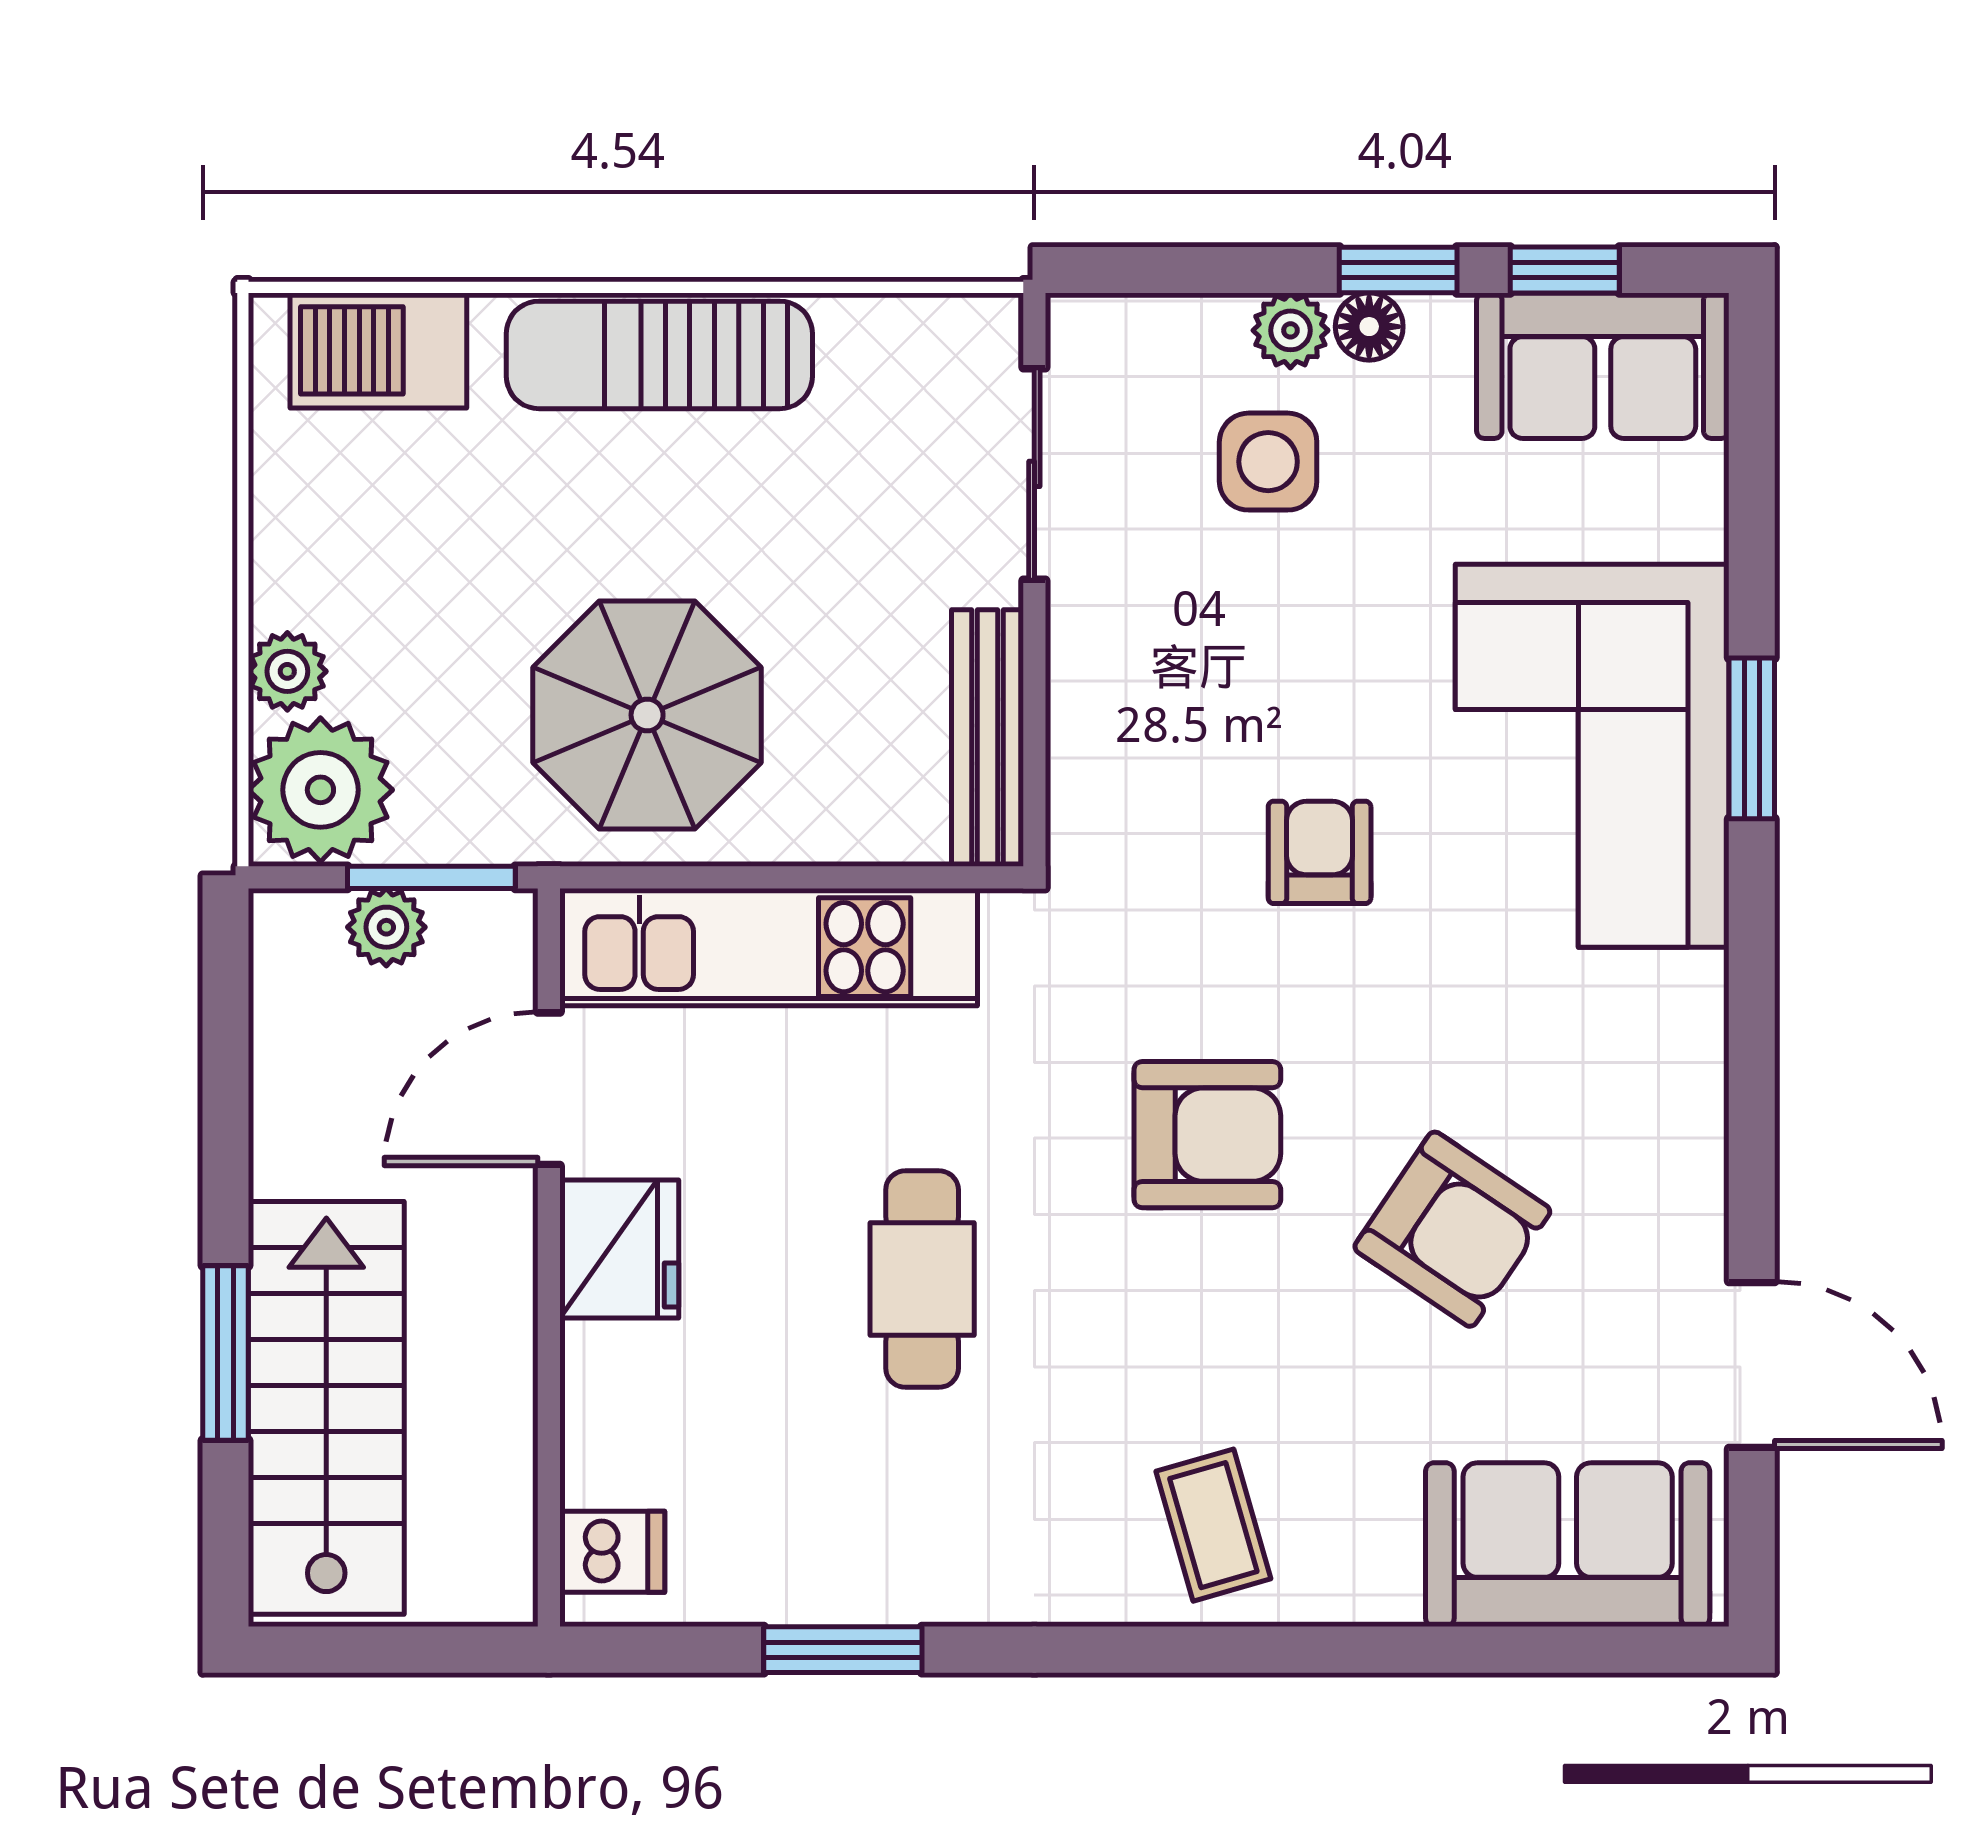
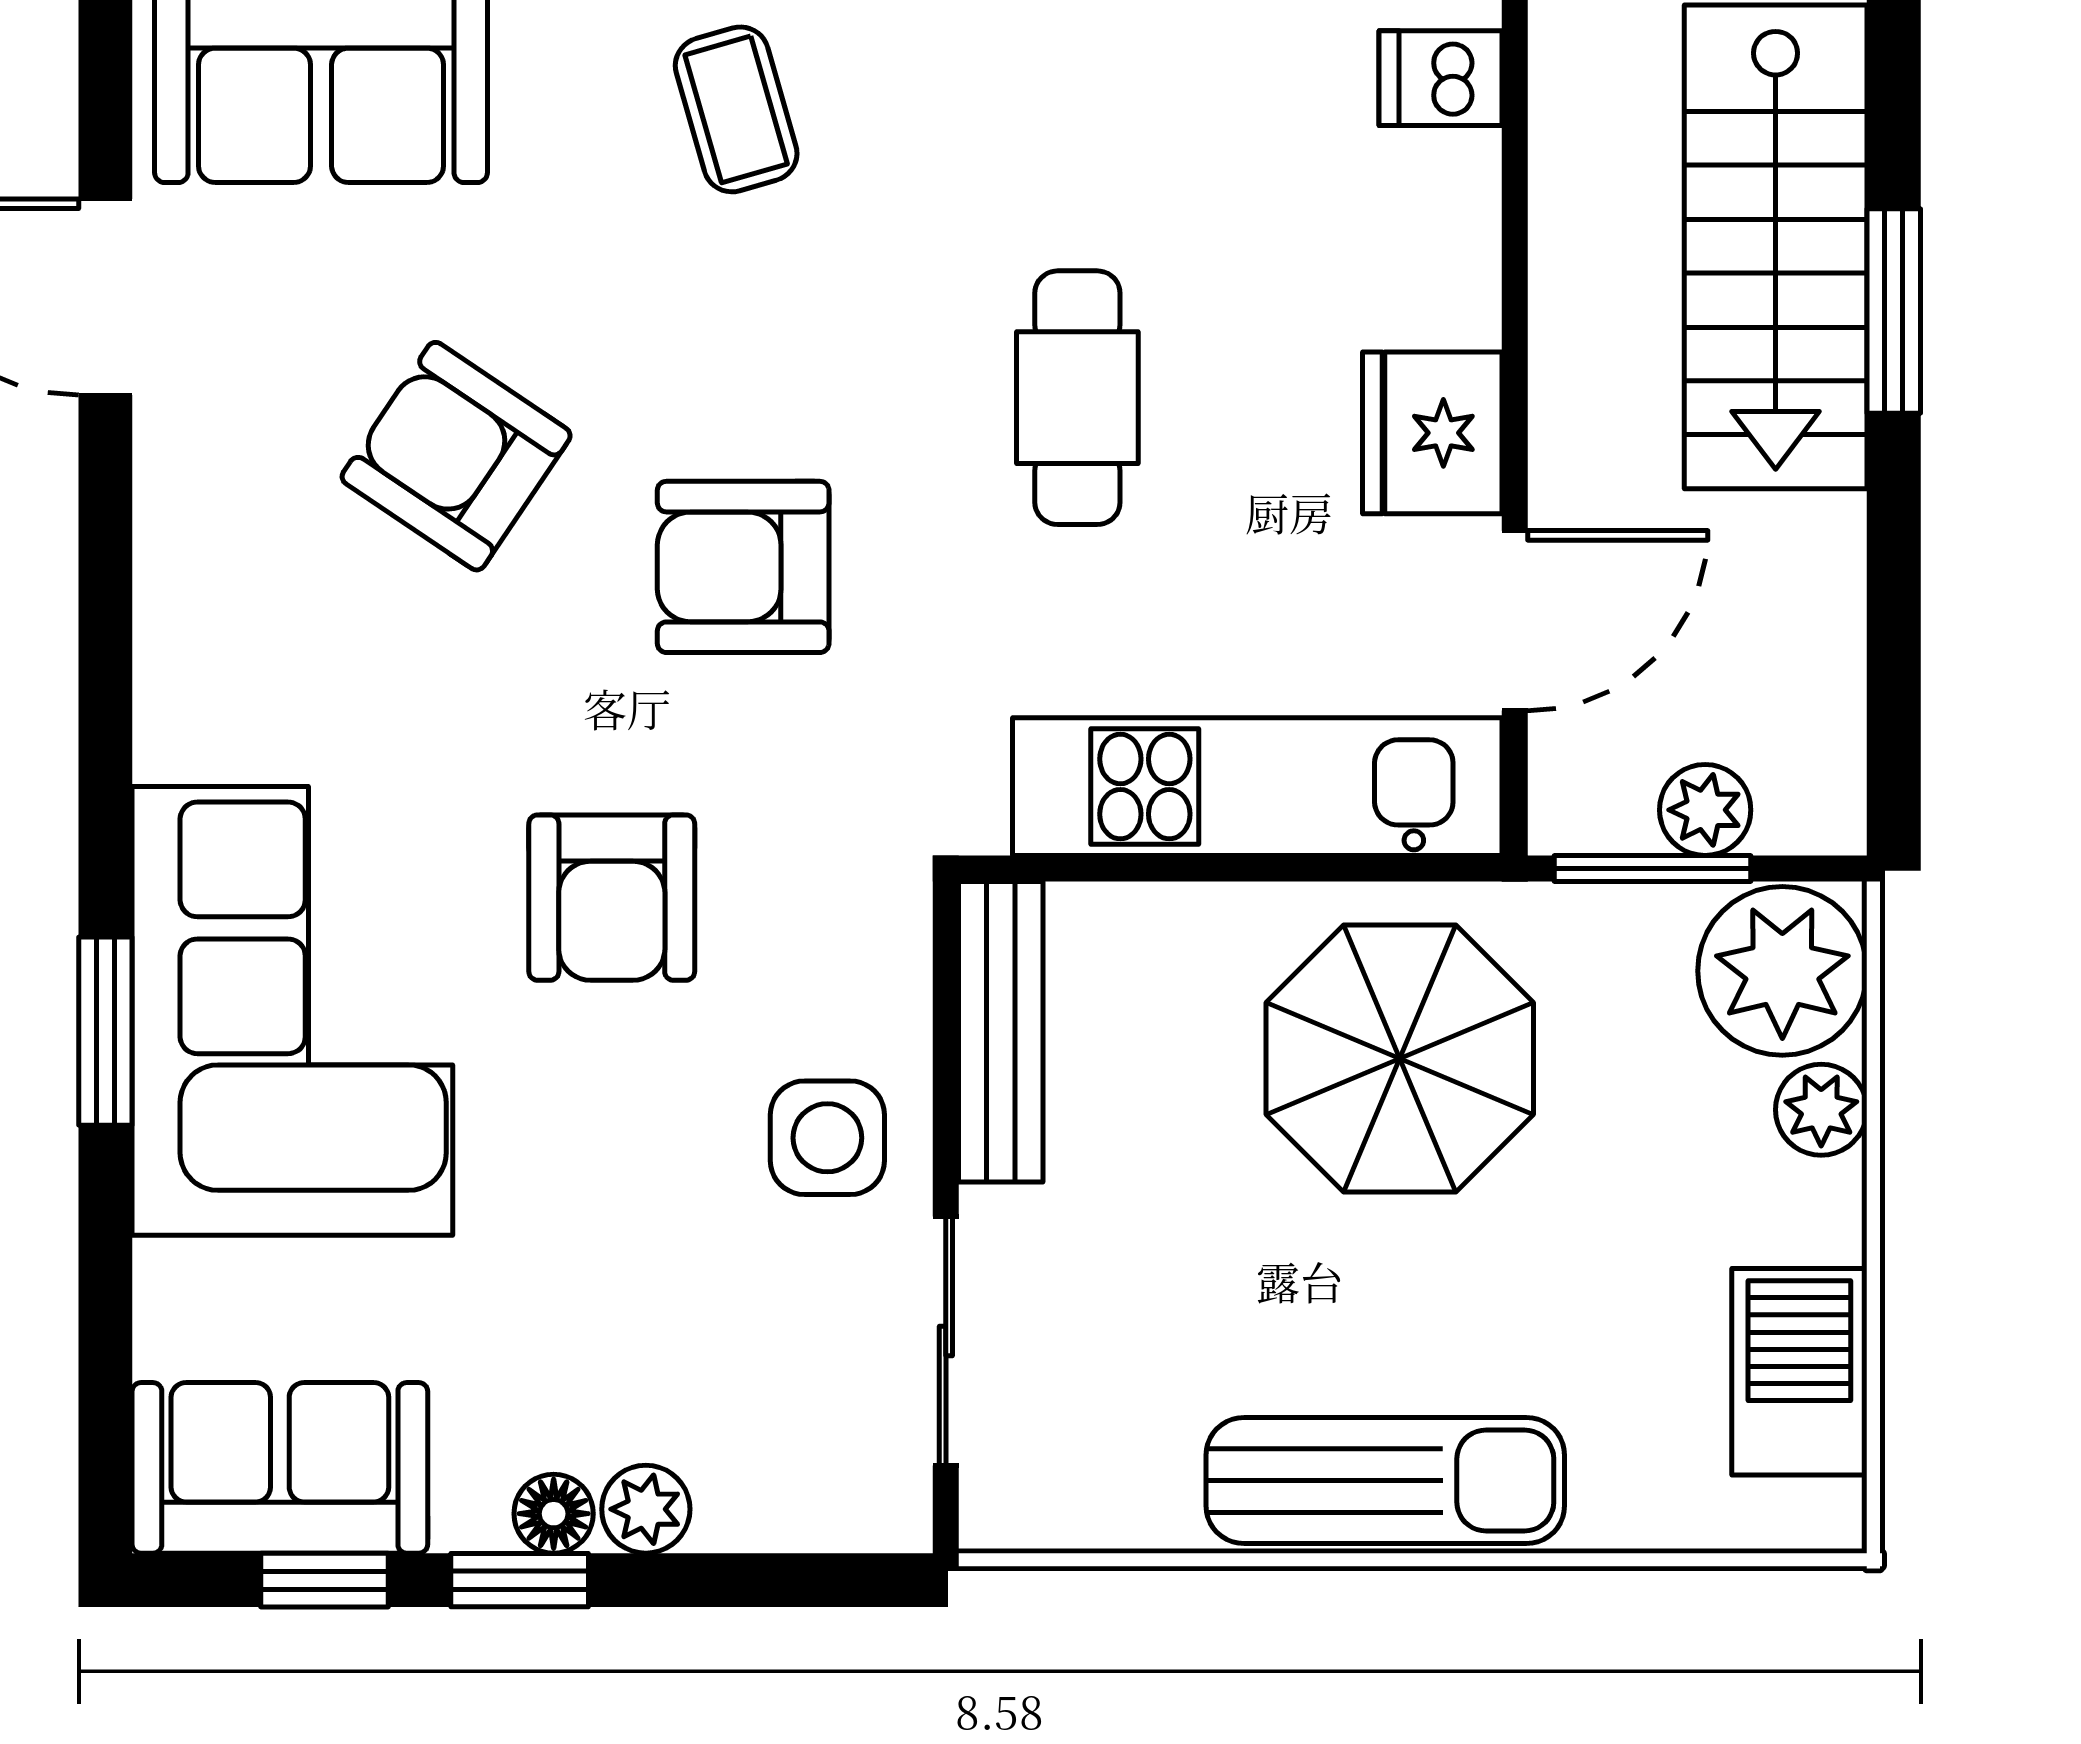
barbecue: (378, 350) -> (1799, 1372), moved, turned -90
side table: (1268, 462) -> (827, 1138), moved
armchair: (1320, 852) -> (612, 898), width x1.38, depth x1.38

